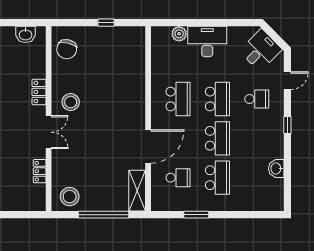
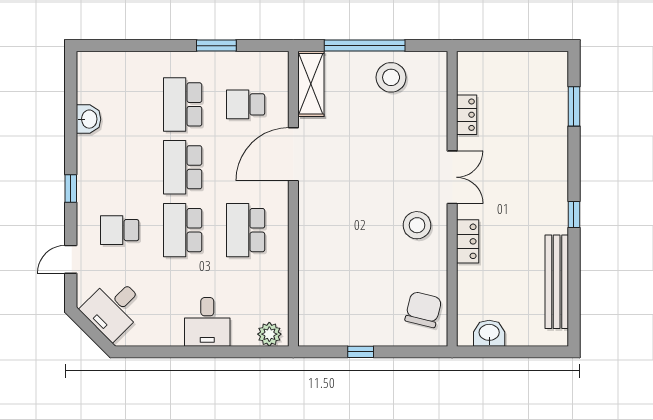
plant: (179, 34) -> (269, 334), moved
desk: (207, 42) -> (207, 322), width x0.73
double door: (49, 132) -> (452, 177), swing flipped
stool: (70, 197) -> (391, 77), moved

